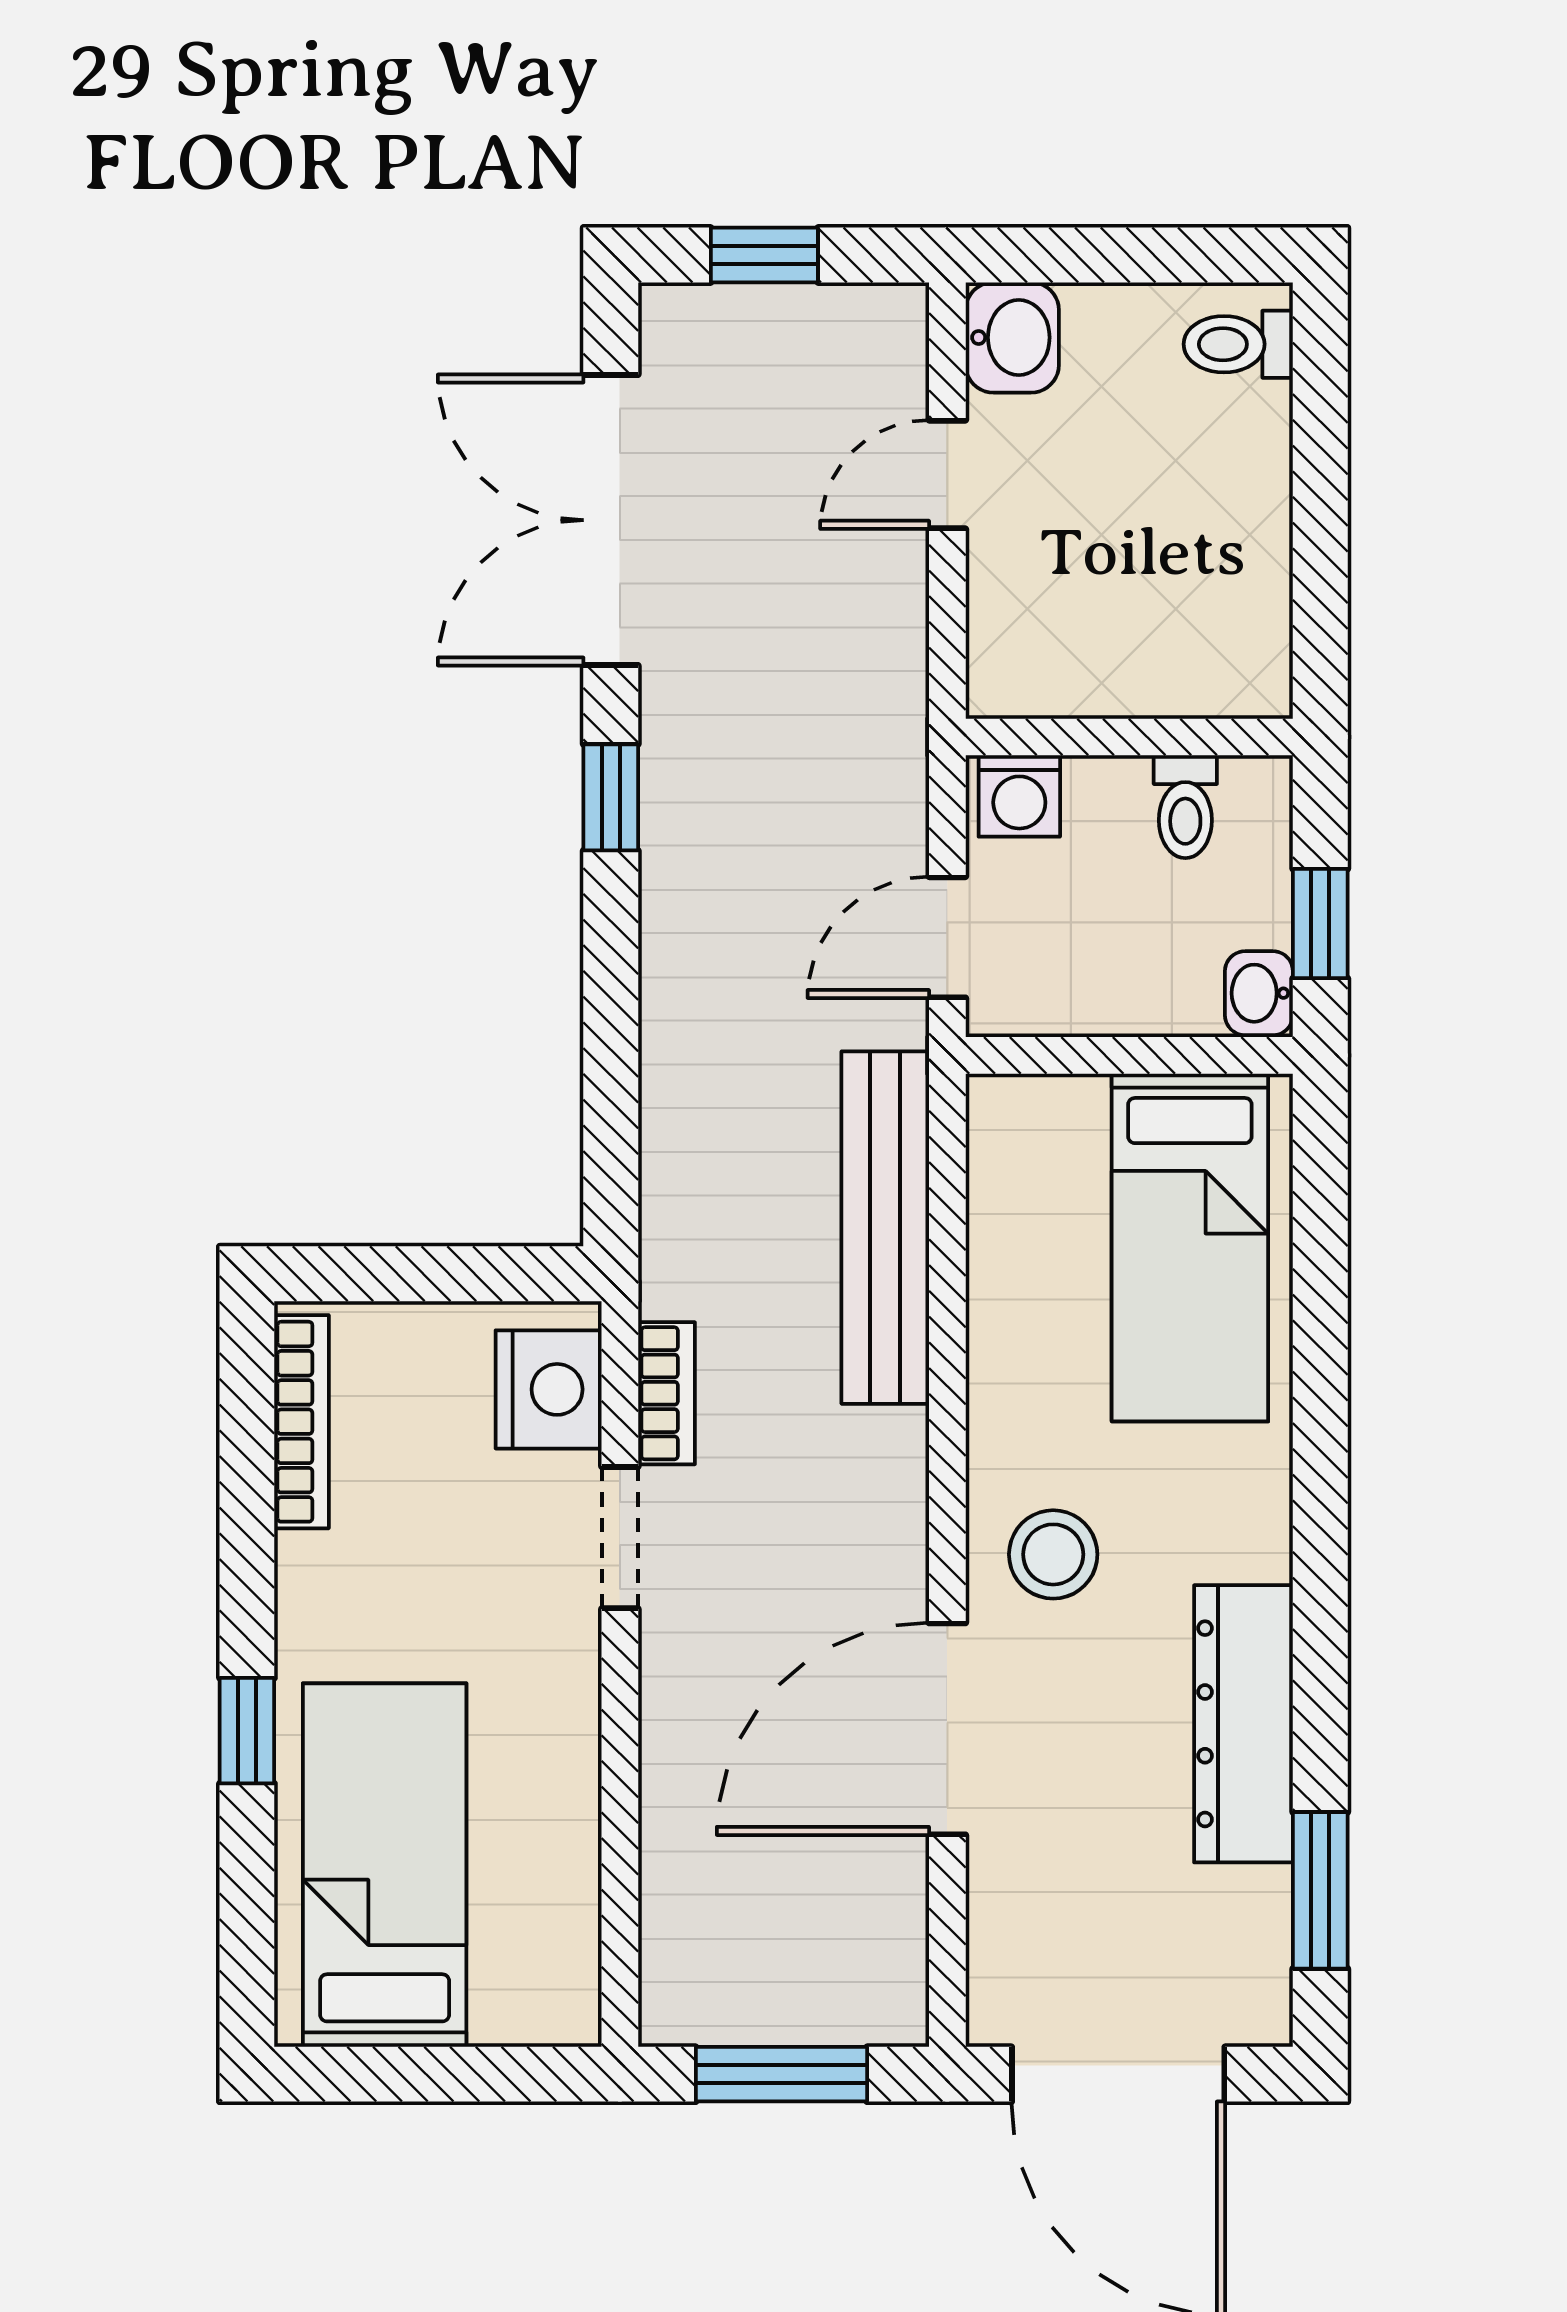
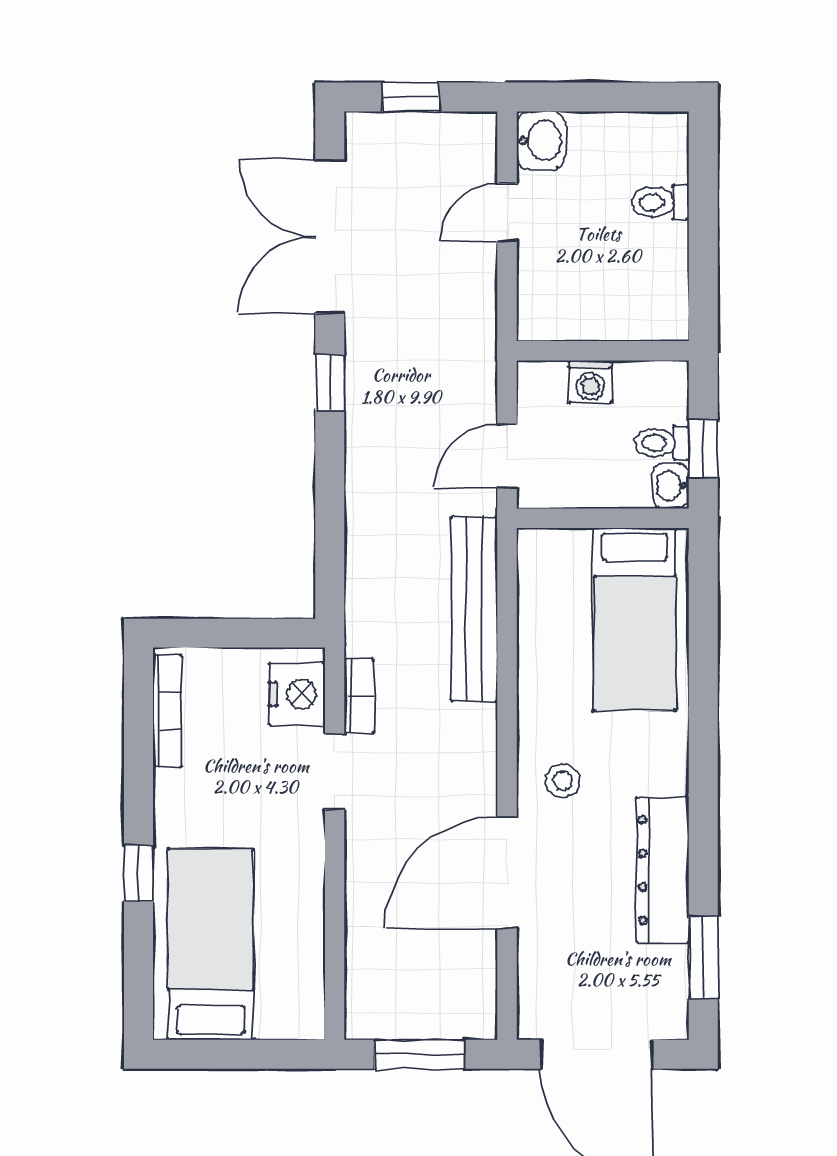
toilet: (1238, 344) -> (660, 202), moved
washing machine: (1019, 796) -> (590, 382), moved
toilet: (1185, 807) -> (662, 443), moved, turned 90
stool: (1053, 1554) -> (563, 781), width x0.73, depth x0.73

